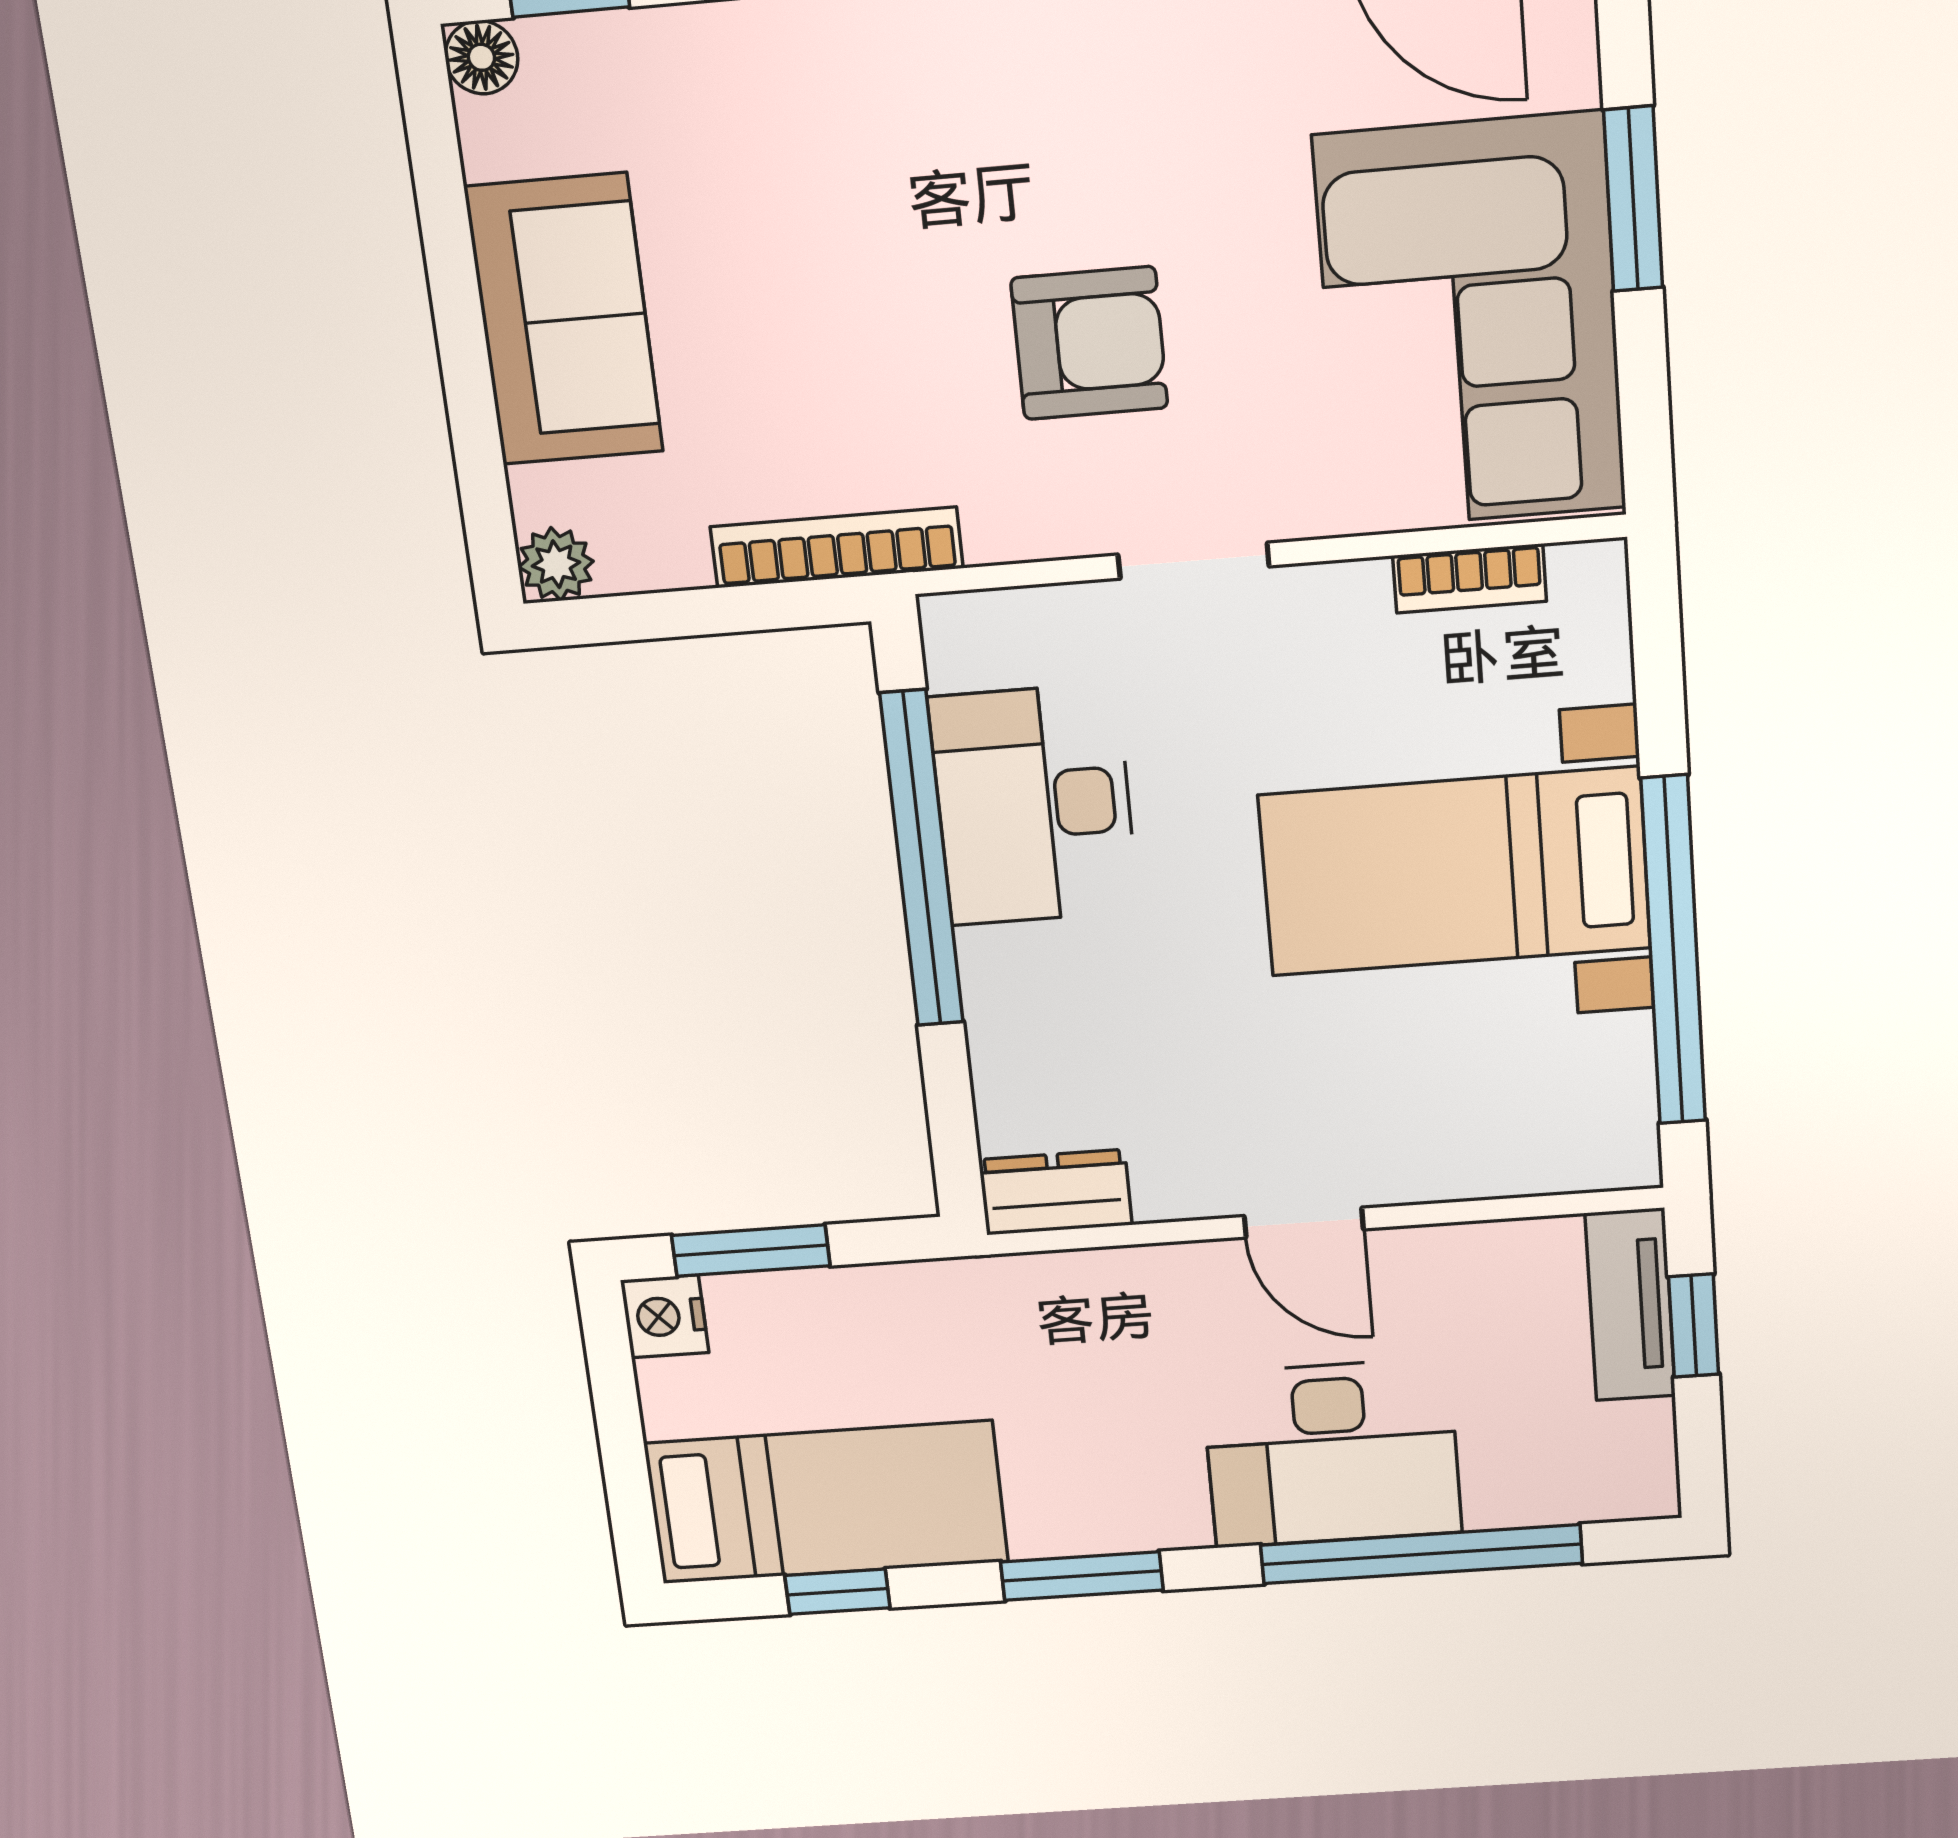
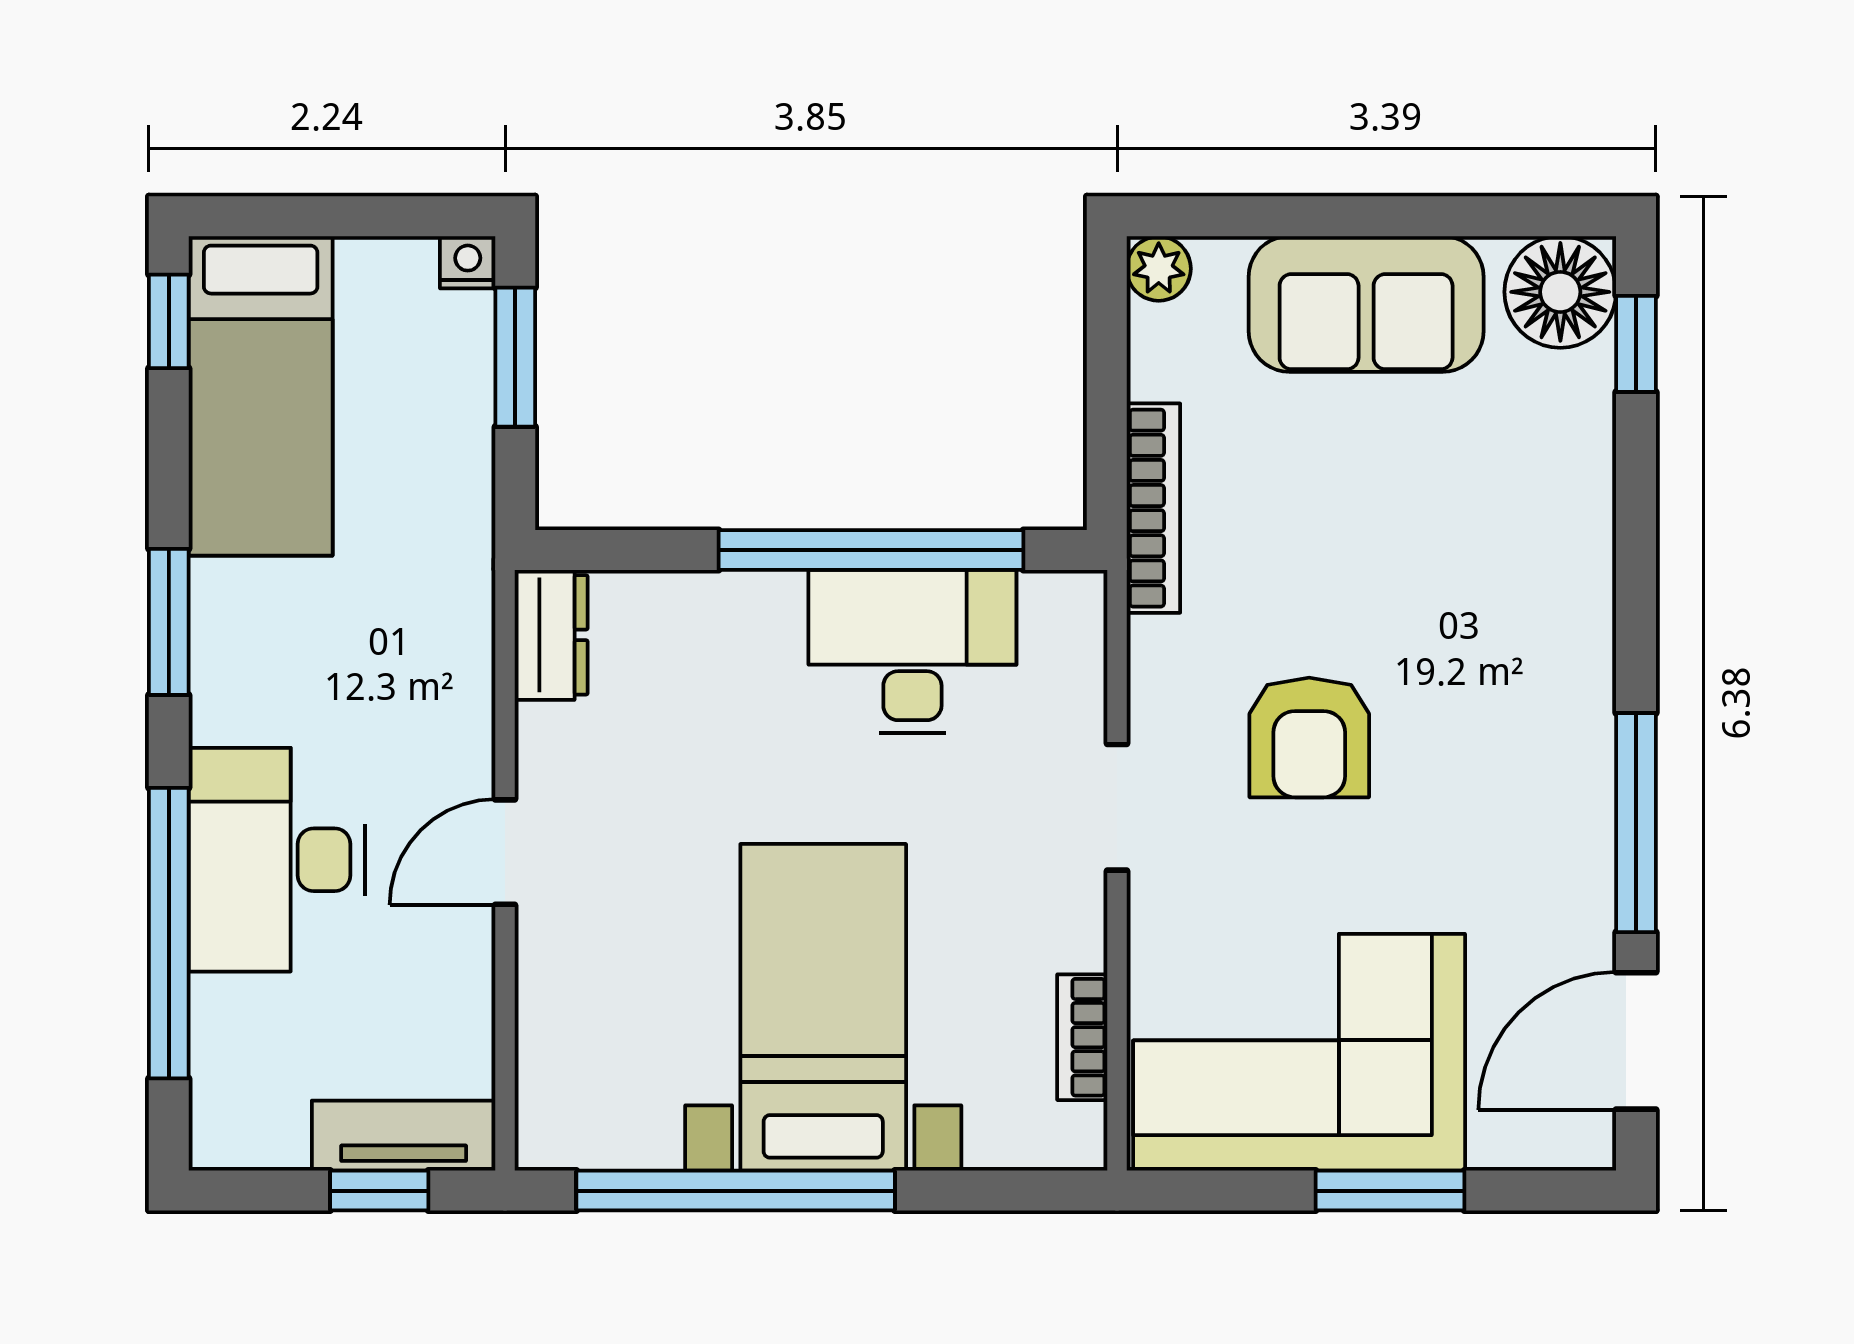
floor lamp: (481, 57) -> (1560, 292), width x1.89, depth x1.89
nightstand: (665, 1316) -> (468, 262), width x0.72, depth x0.74
window: (838, 1592) -> (169, 321), moved

